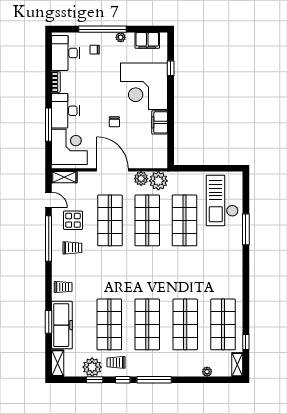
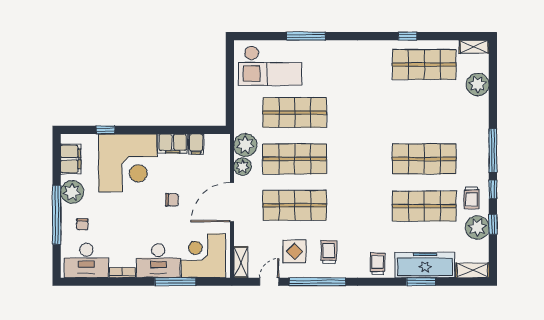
plant: (121, 37) -> (72, 192), width x1.88, depth x1.88
filing cabinet: (159, 141) -> (196, 144), added
shop shelf: (185, 324) -> (424, 112), removed
window: (246, 342) -> (408, 36), moved
plant: (207, 372) -> (478, 85), width x1.88, depth x1.88

